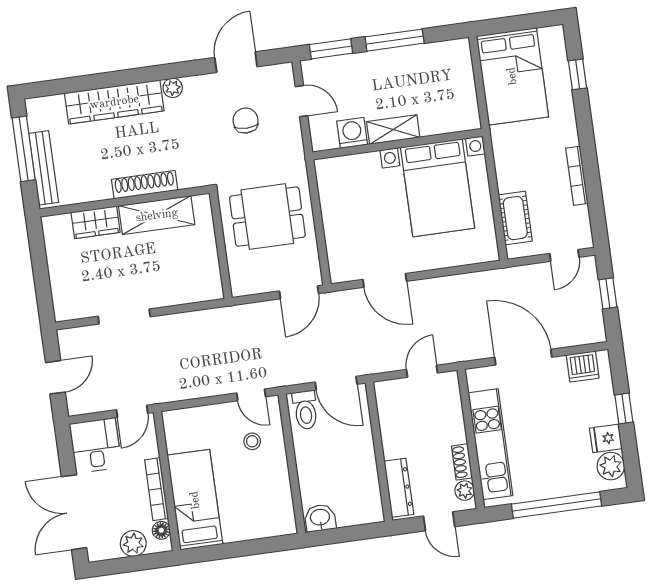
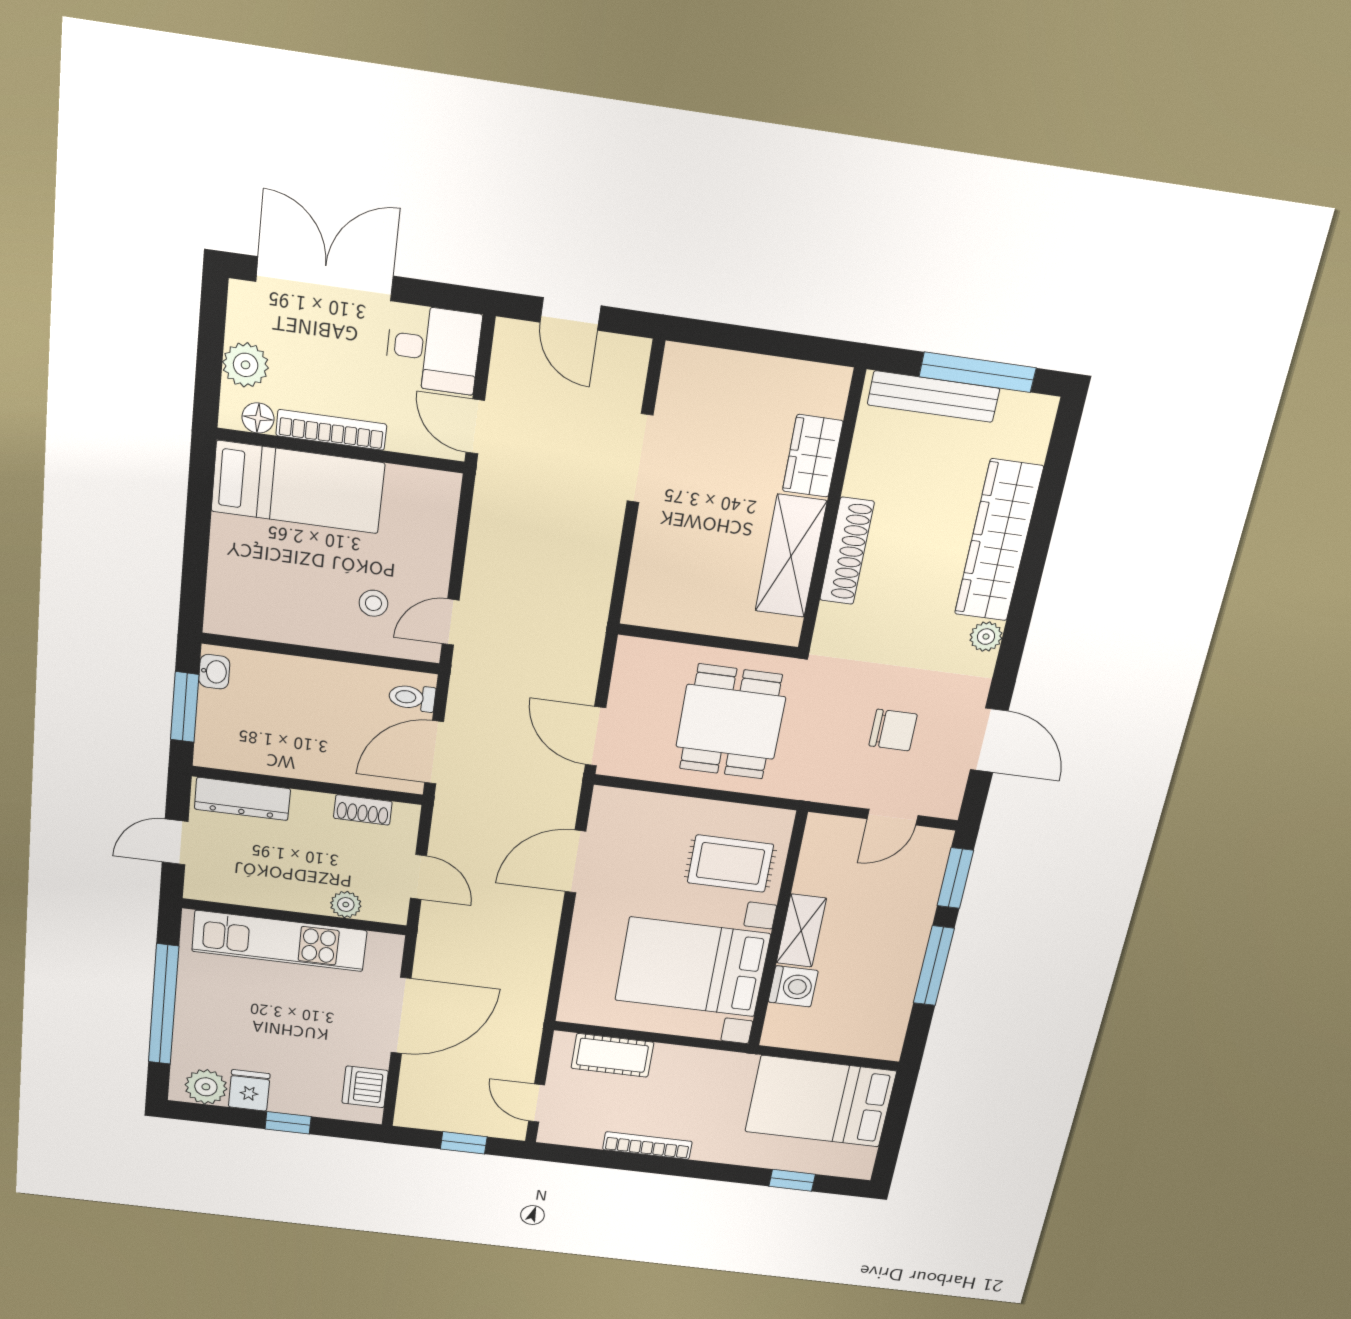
washing machine: (352, 133) -> (793, 986), moved
rug: (360, 187) -> (730, 864), added
toilet: (305, 410) -> (412, 698), width x0.73, depth x0.72
shoe rack: (462, 462) -> (363, 810), moved, turned 180
plant: (465, 491) -> (346, 905), moved
washbasin: (320, 518) -> (214, 672), width x0.72, depth x0.69
window: (348, 534) -> (185, 707), added

